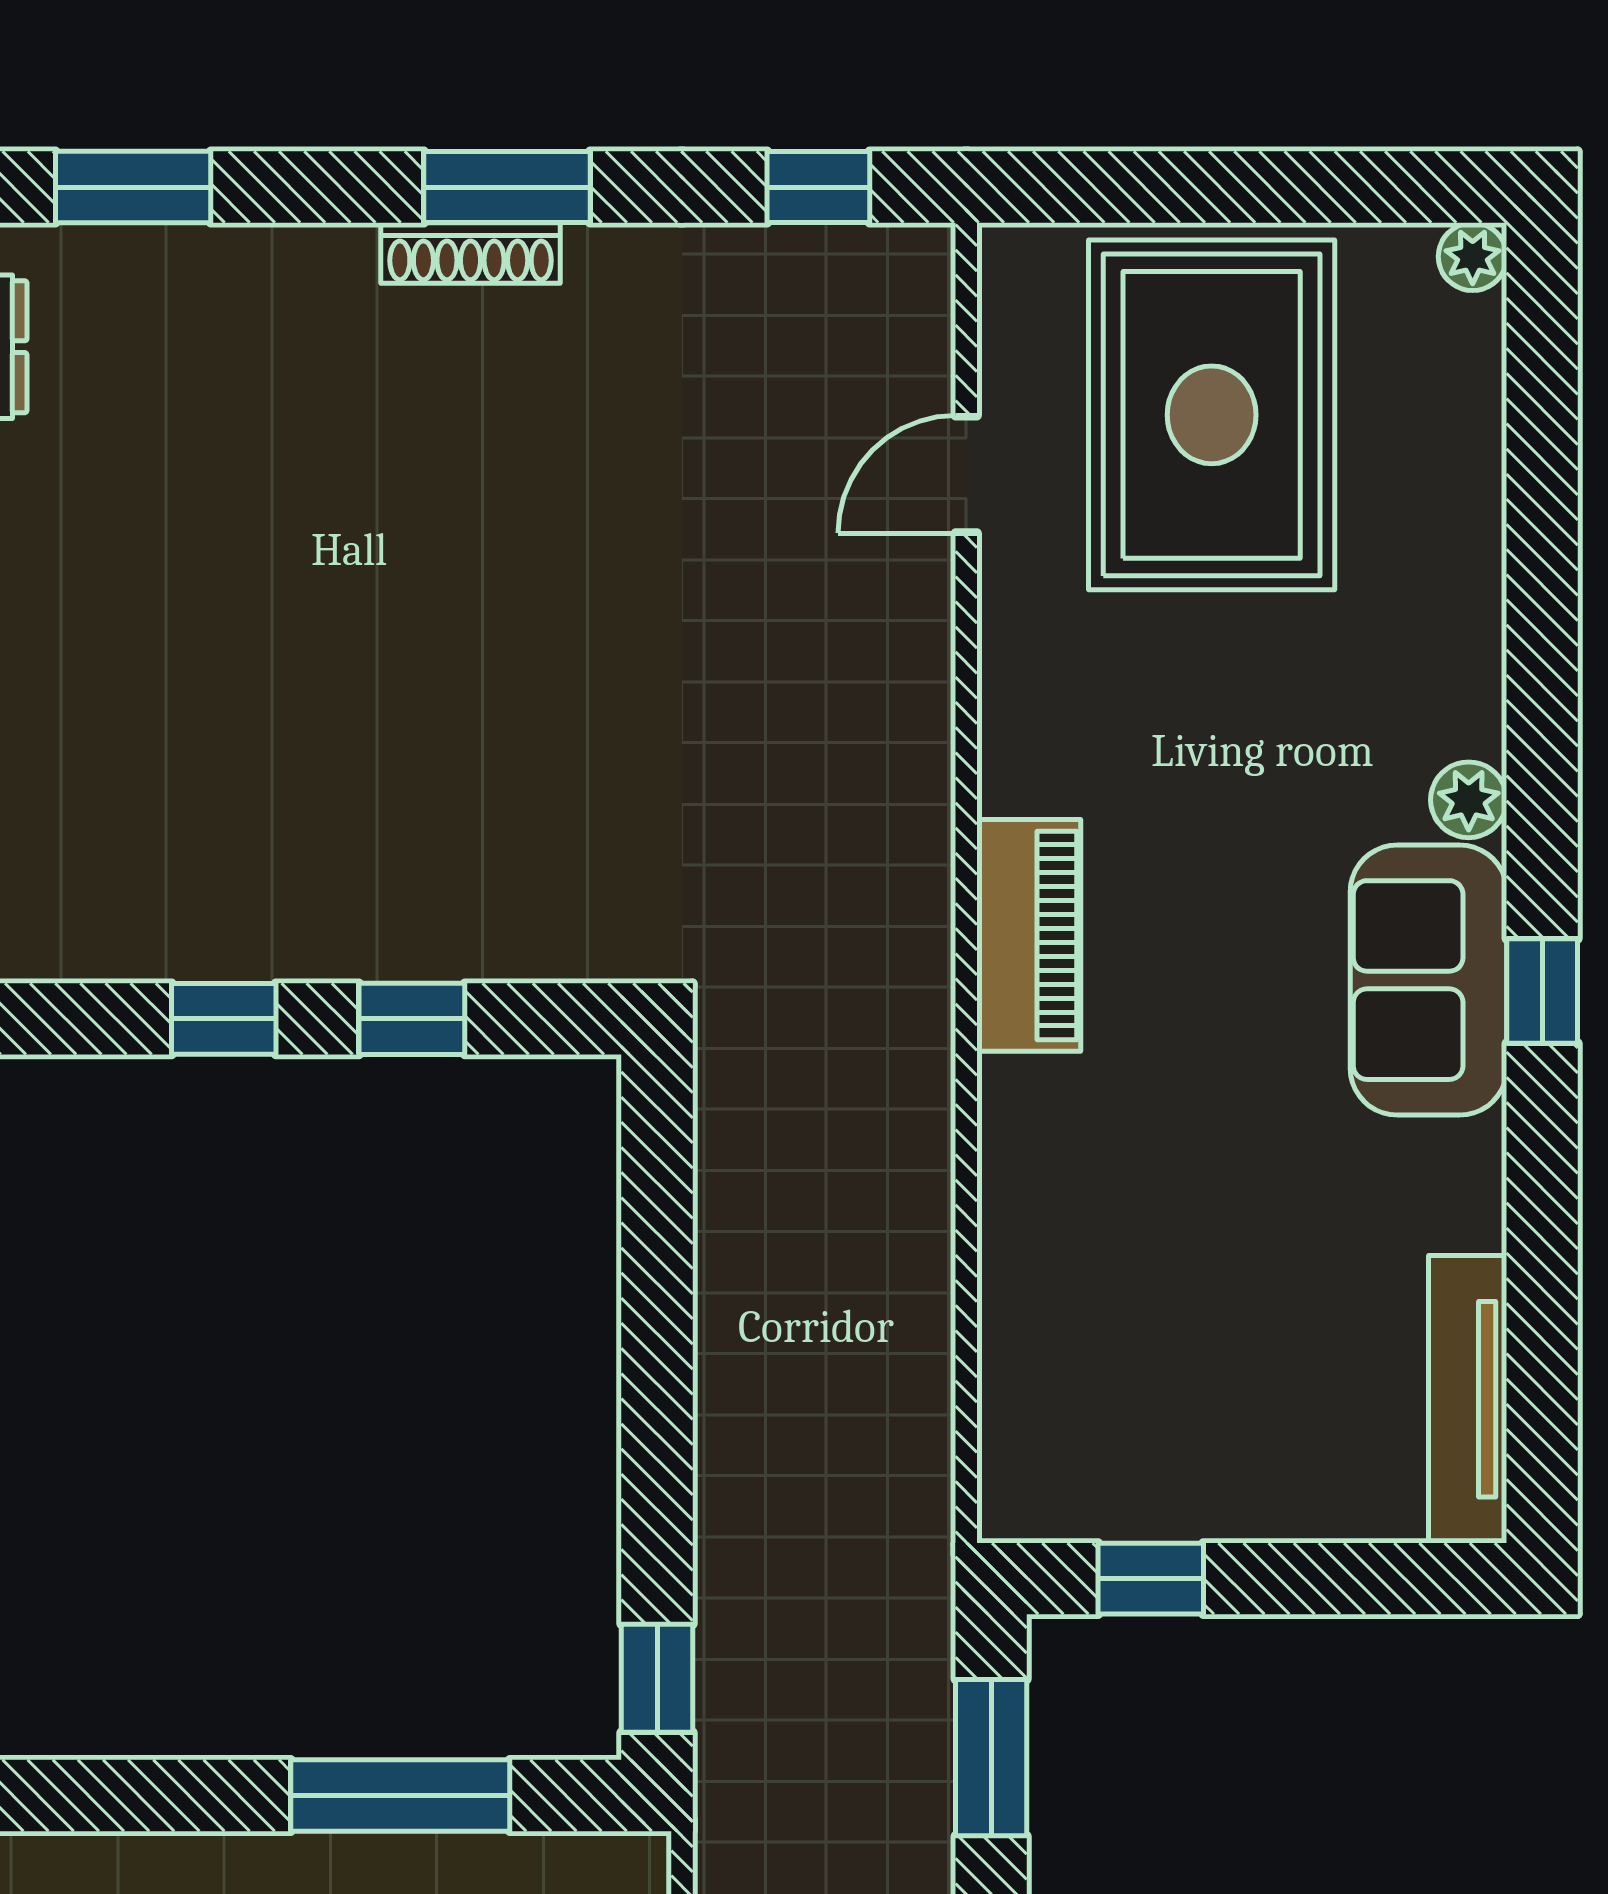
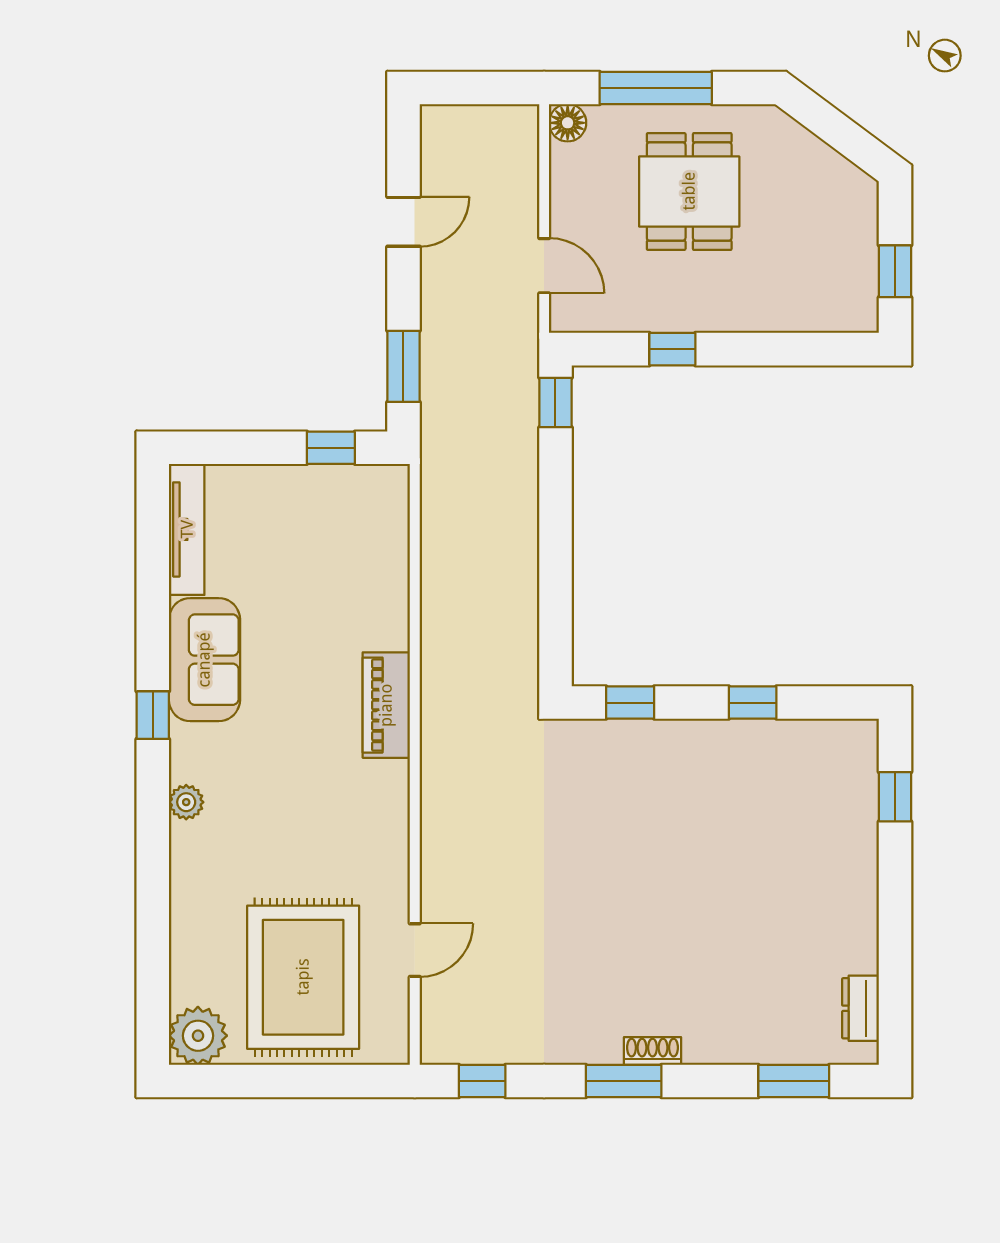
shoe rack: (471, 253) -> (653, 1051), width x0.70
plant: (1473, 257) -> (198, 1036), width x1.88, depth x1.88
piano: (1029, 935) -> (386, 705), moved
sofa: (1428, 980) -> (204, 660), moved
window: (412, 1019) -> (630, 703), moved
window: (400, 1795) -> (672, 349), width x0.46

